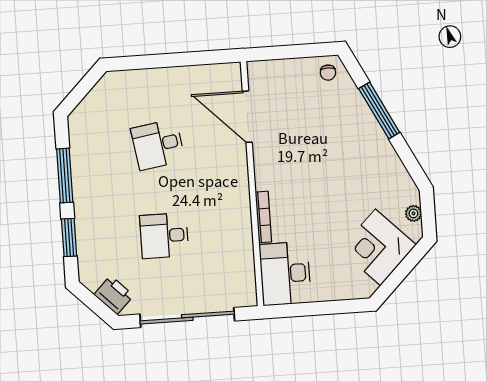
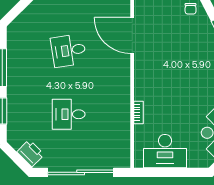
bookcase: (263, 217) -> (139, 112), width x0.64
desk: (285, 273) -> (165, 151), moved, turned -90

